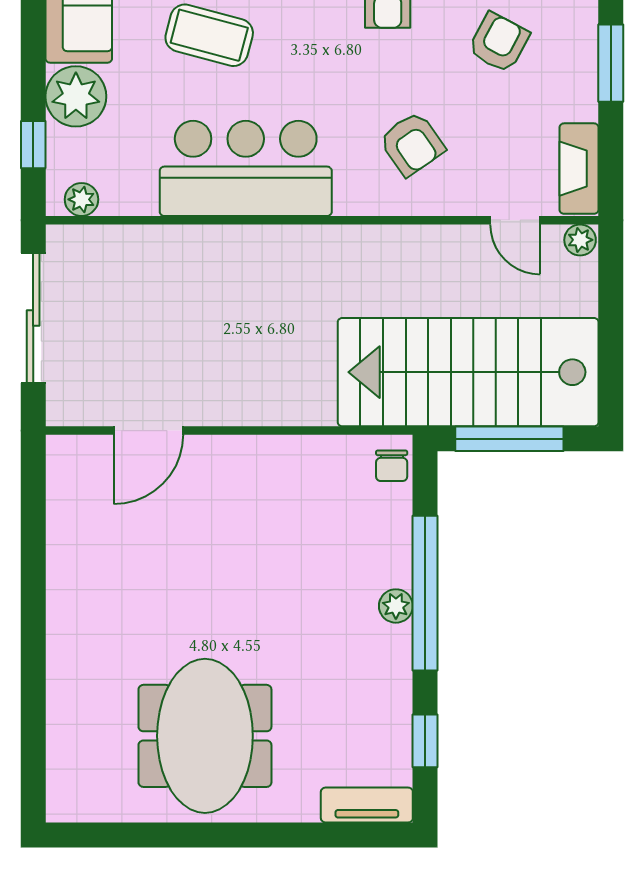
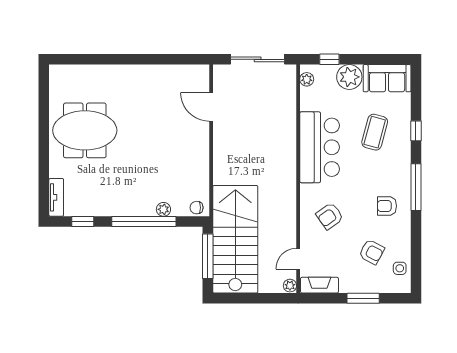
plant: (396, 606) -> (163, 209), moved

